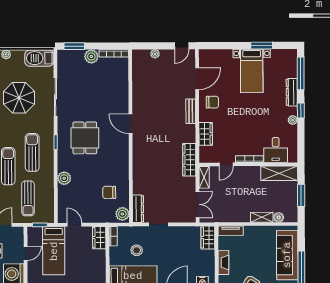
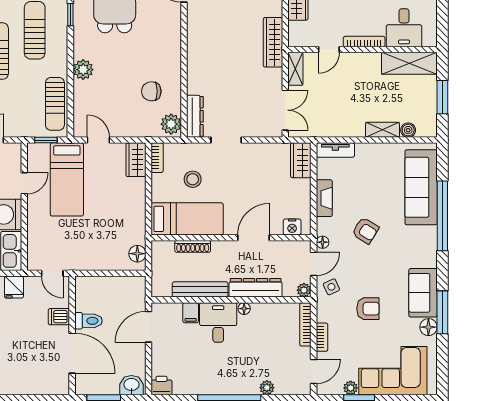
sun lounger: (28, 198) -> (55, 104), moved

